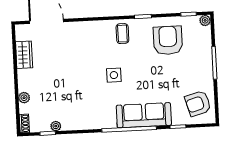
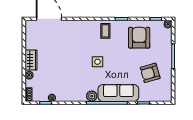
wardrobe: (24, 55) -> (31, 60), moved
armchair: (198, 103) -> (150, 73), moved
plant: (109, 121) -> (92, 96), added

